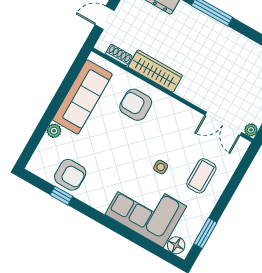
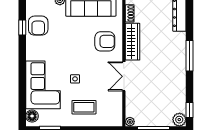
armchair: (136, 105) -> (105, 41), turned 90
double door: (223, 124) -> (124, 76), moved

